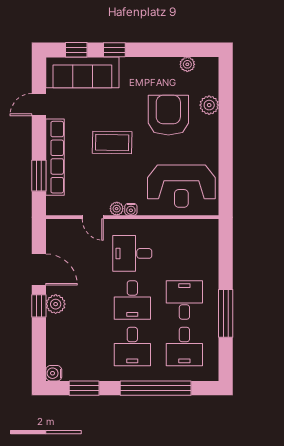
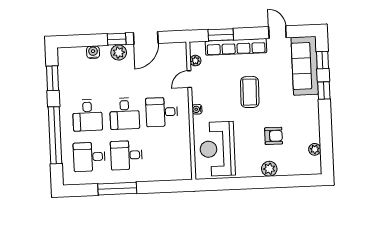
plant: (209, 105) -> (269, 169), moved
armchair: (168, 115) -> (274, 136), width x0.53, depth x0.53
plant: (117, 209) -> (195, 61), moved
desk: (132, 253) -> (162, 112), turned -90
desk: (132, 300) -> (125, 114), turned -90
desk: (184, 300) -> (126, 155), turned 180
desk: (132, 347) -> (87, 115), turned -90
water cooler: (54, 373) -> (93, 52), moved

